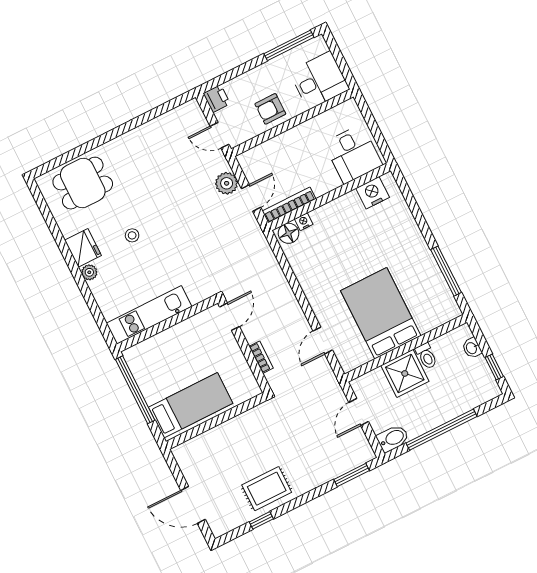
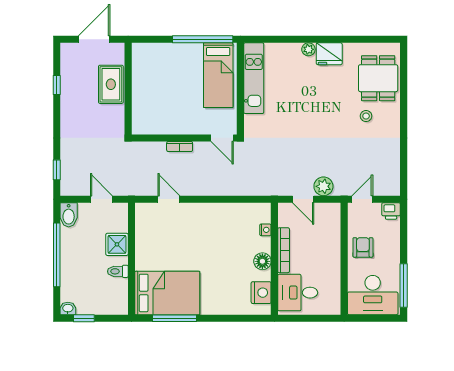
desk: (319, 80) -> (373, 295), width x1.37
bookcase: (289, 205) -> (284, 250), moved
floor lamp: (289, 233) -> (262, 261), moved
stool: (132, 235) -> (366, 116), moved
bed: (381, 313) -> (167, 293), moved
washbasin: (472, 348) -> (68, 309), moved
shower: (405, 373) -> (117, 244), width x0.73, depth x0.73
bed: (191, 405) -> (218, 75), moved
wall: (216, 421) -> (128, 89), moved
window: (352, 475) -> (57, 170), width x0.67
rug: (267, 489) -> (111, 84), moved

